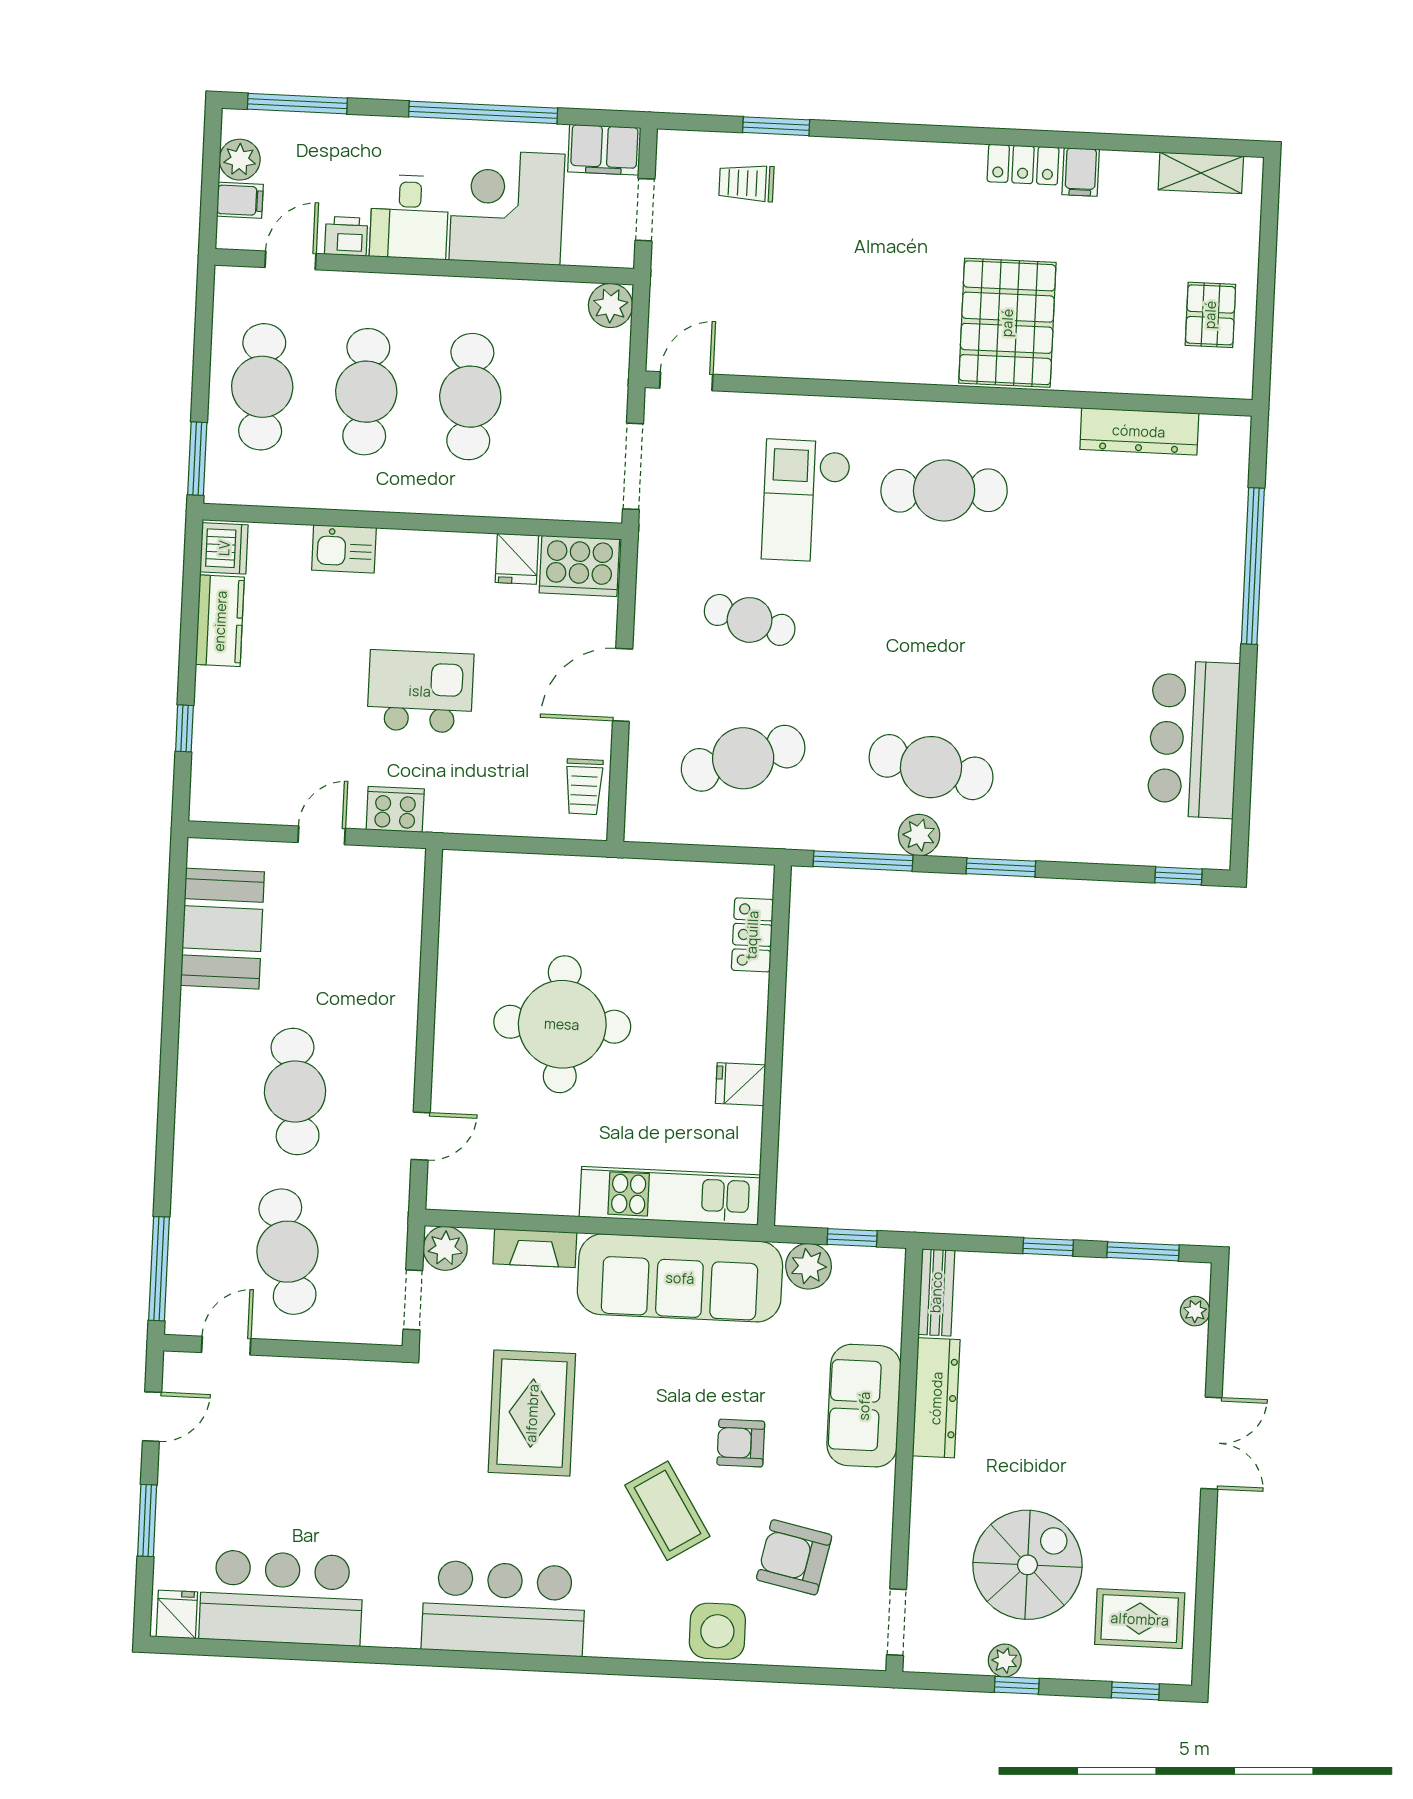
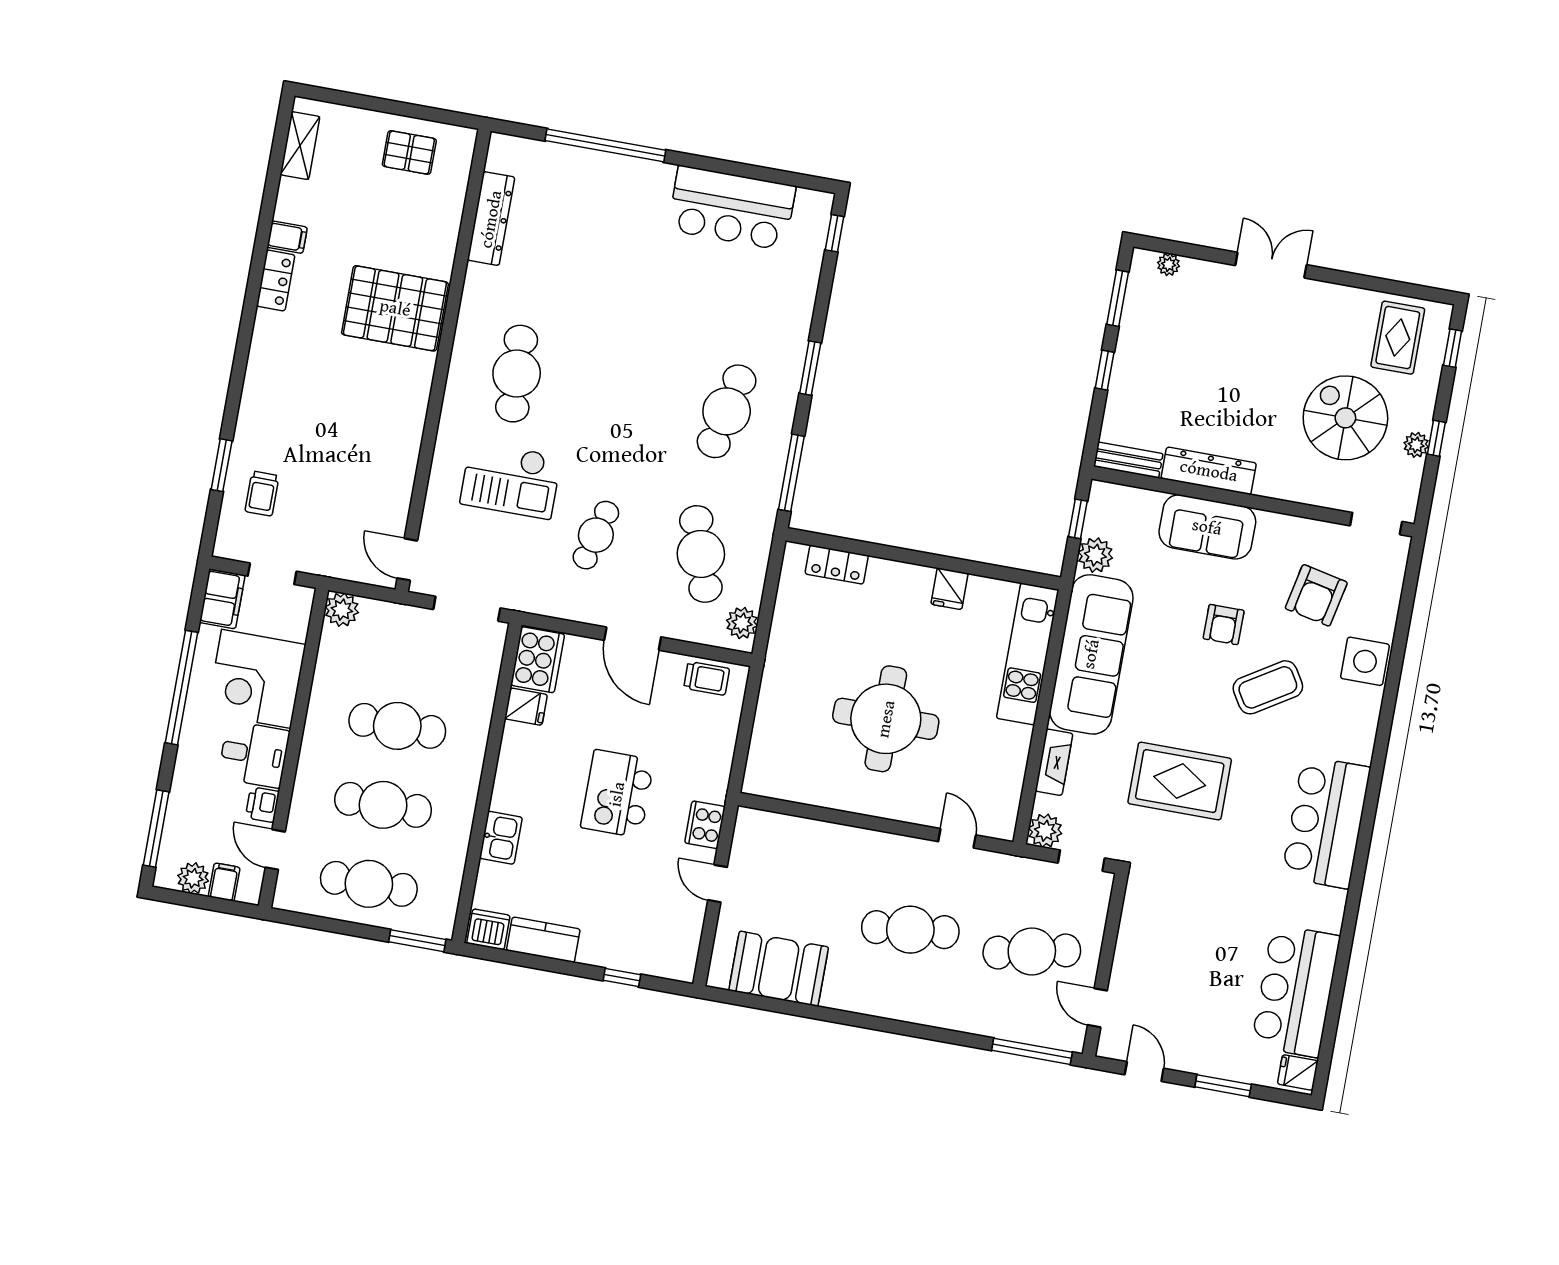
plant: (919, 835) -> (742, 623), moved

